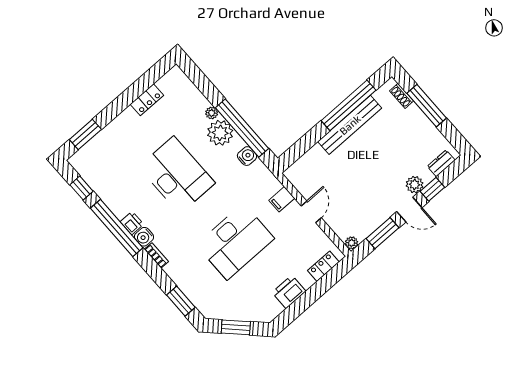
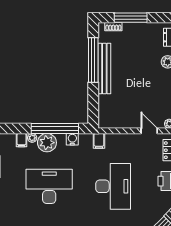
filing cabinet: (200, 104) -> (22, 140), added
filing cabinet: (282, 199) -> (99, 141), moved
door: (311, 212) -> (149, 131), moved

